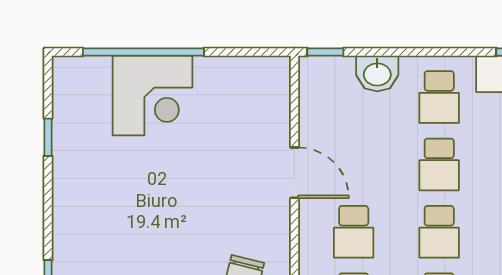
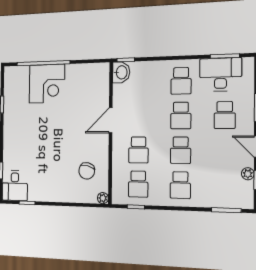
washbasin: (377, 73) -> (121, 72), moved, turned -90
door: (295, 173) -> (111, 120), swing flipped

